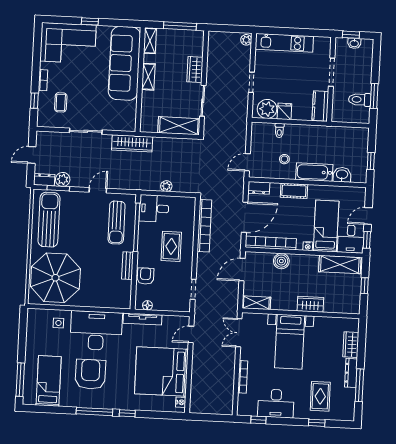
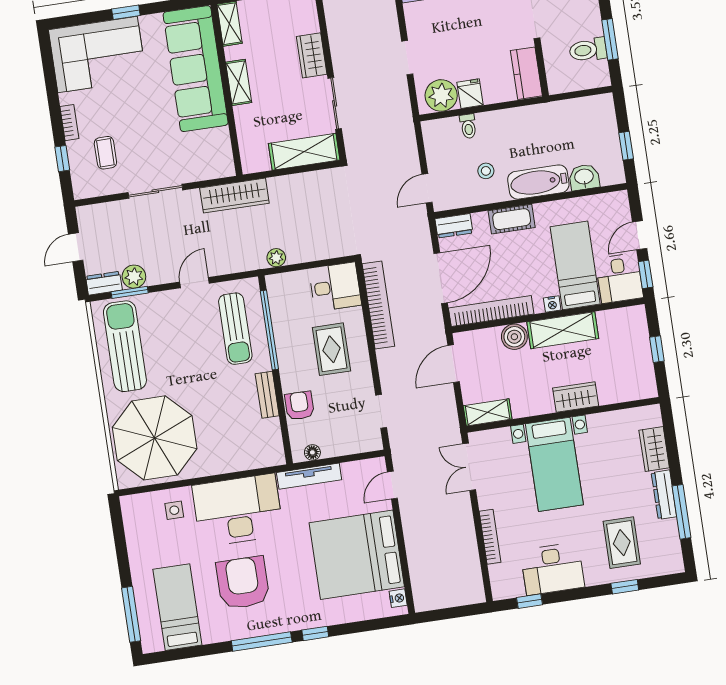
plant: (166, 186) -> (276, 258), moved
desk: (154, 208) -> (335, 287), moved, turned 180
shelving: (340, 265) -> (563, 330), moved

